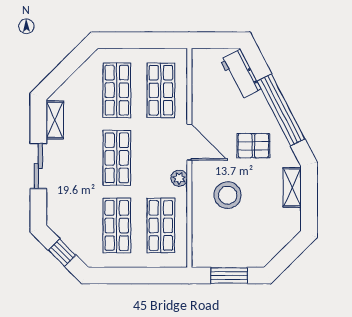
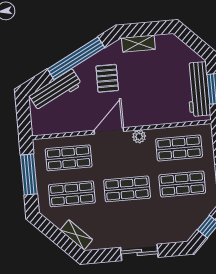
window: (145, 40) -> (29, 174), added
workbench: (241, 74) -> (56, 90), width x1.38
shelving: (55, 120) -> (76, 235), moved, turned 45
stool: (228, 195) -> (149, 96), removed
workbench: (230, 255) -> (198, 89), added

